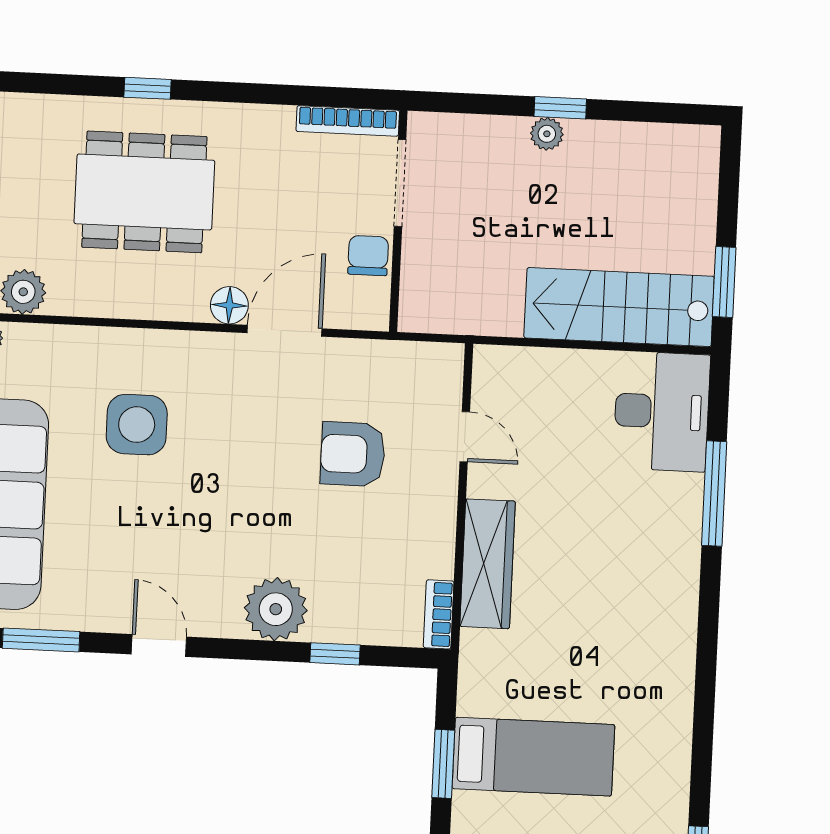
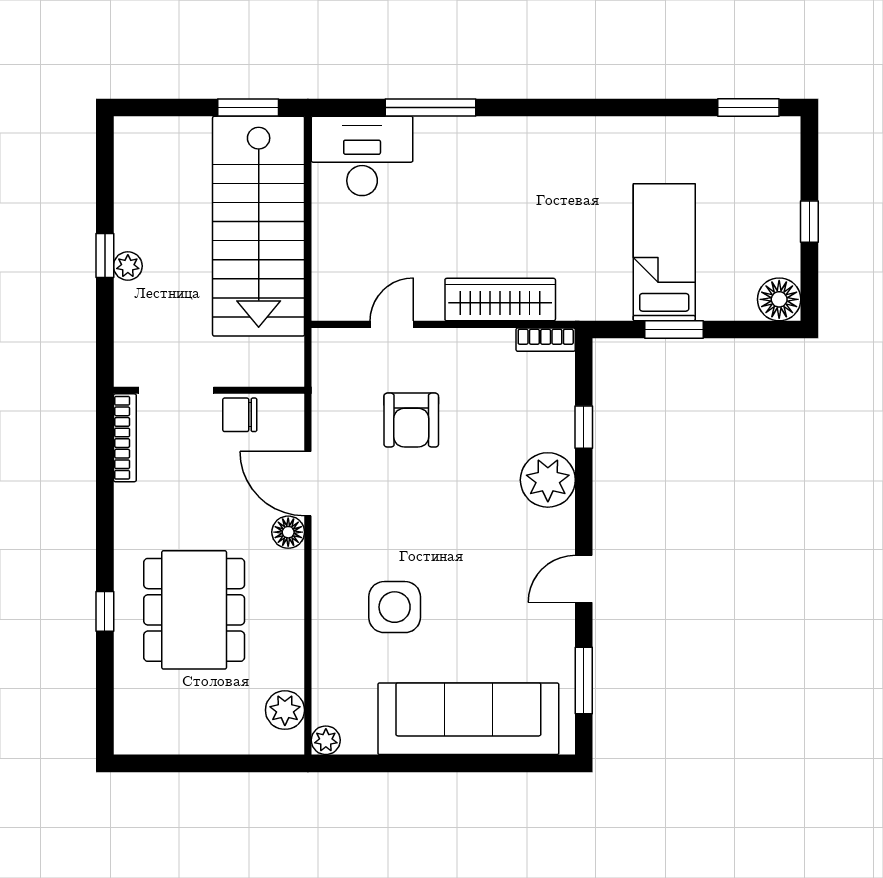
stairs: (619, 307) -> (259, 226), width x1.36, depth x1.51

